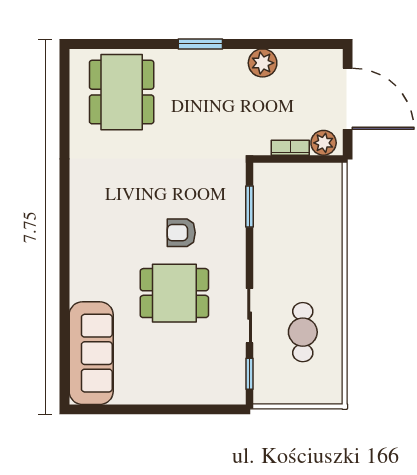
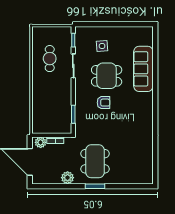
dining table: (122, 92) -> (95, 161), moved
sofa: (91, 353) -> (143, 69), moved
side table: (185, 360) -> (102, 46), added

